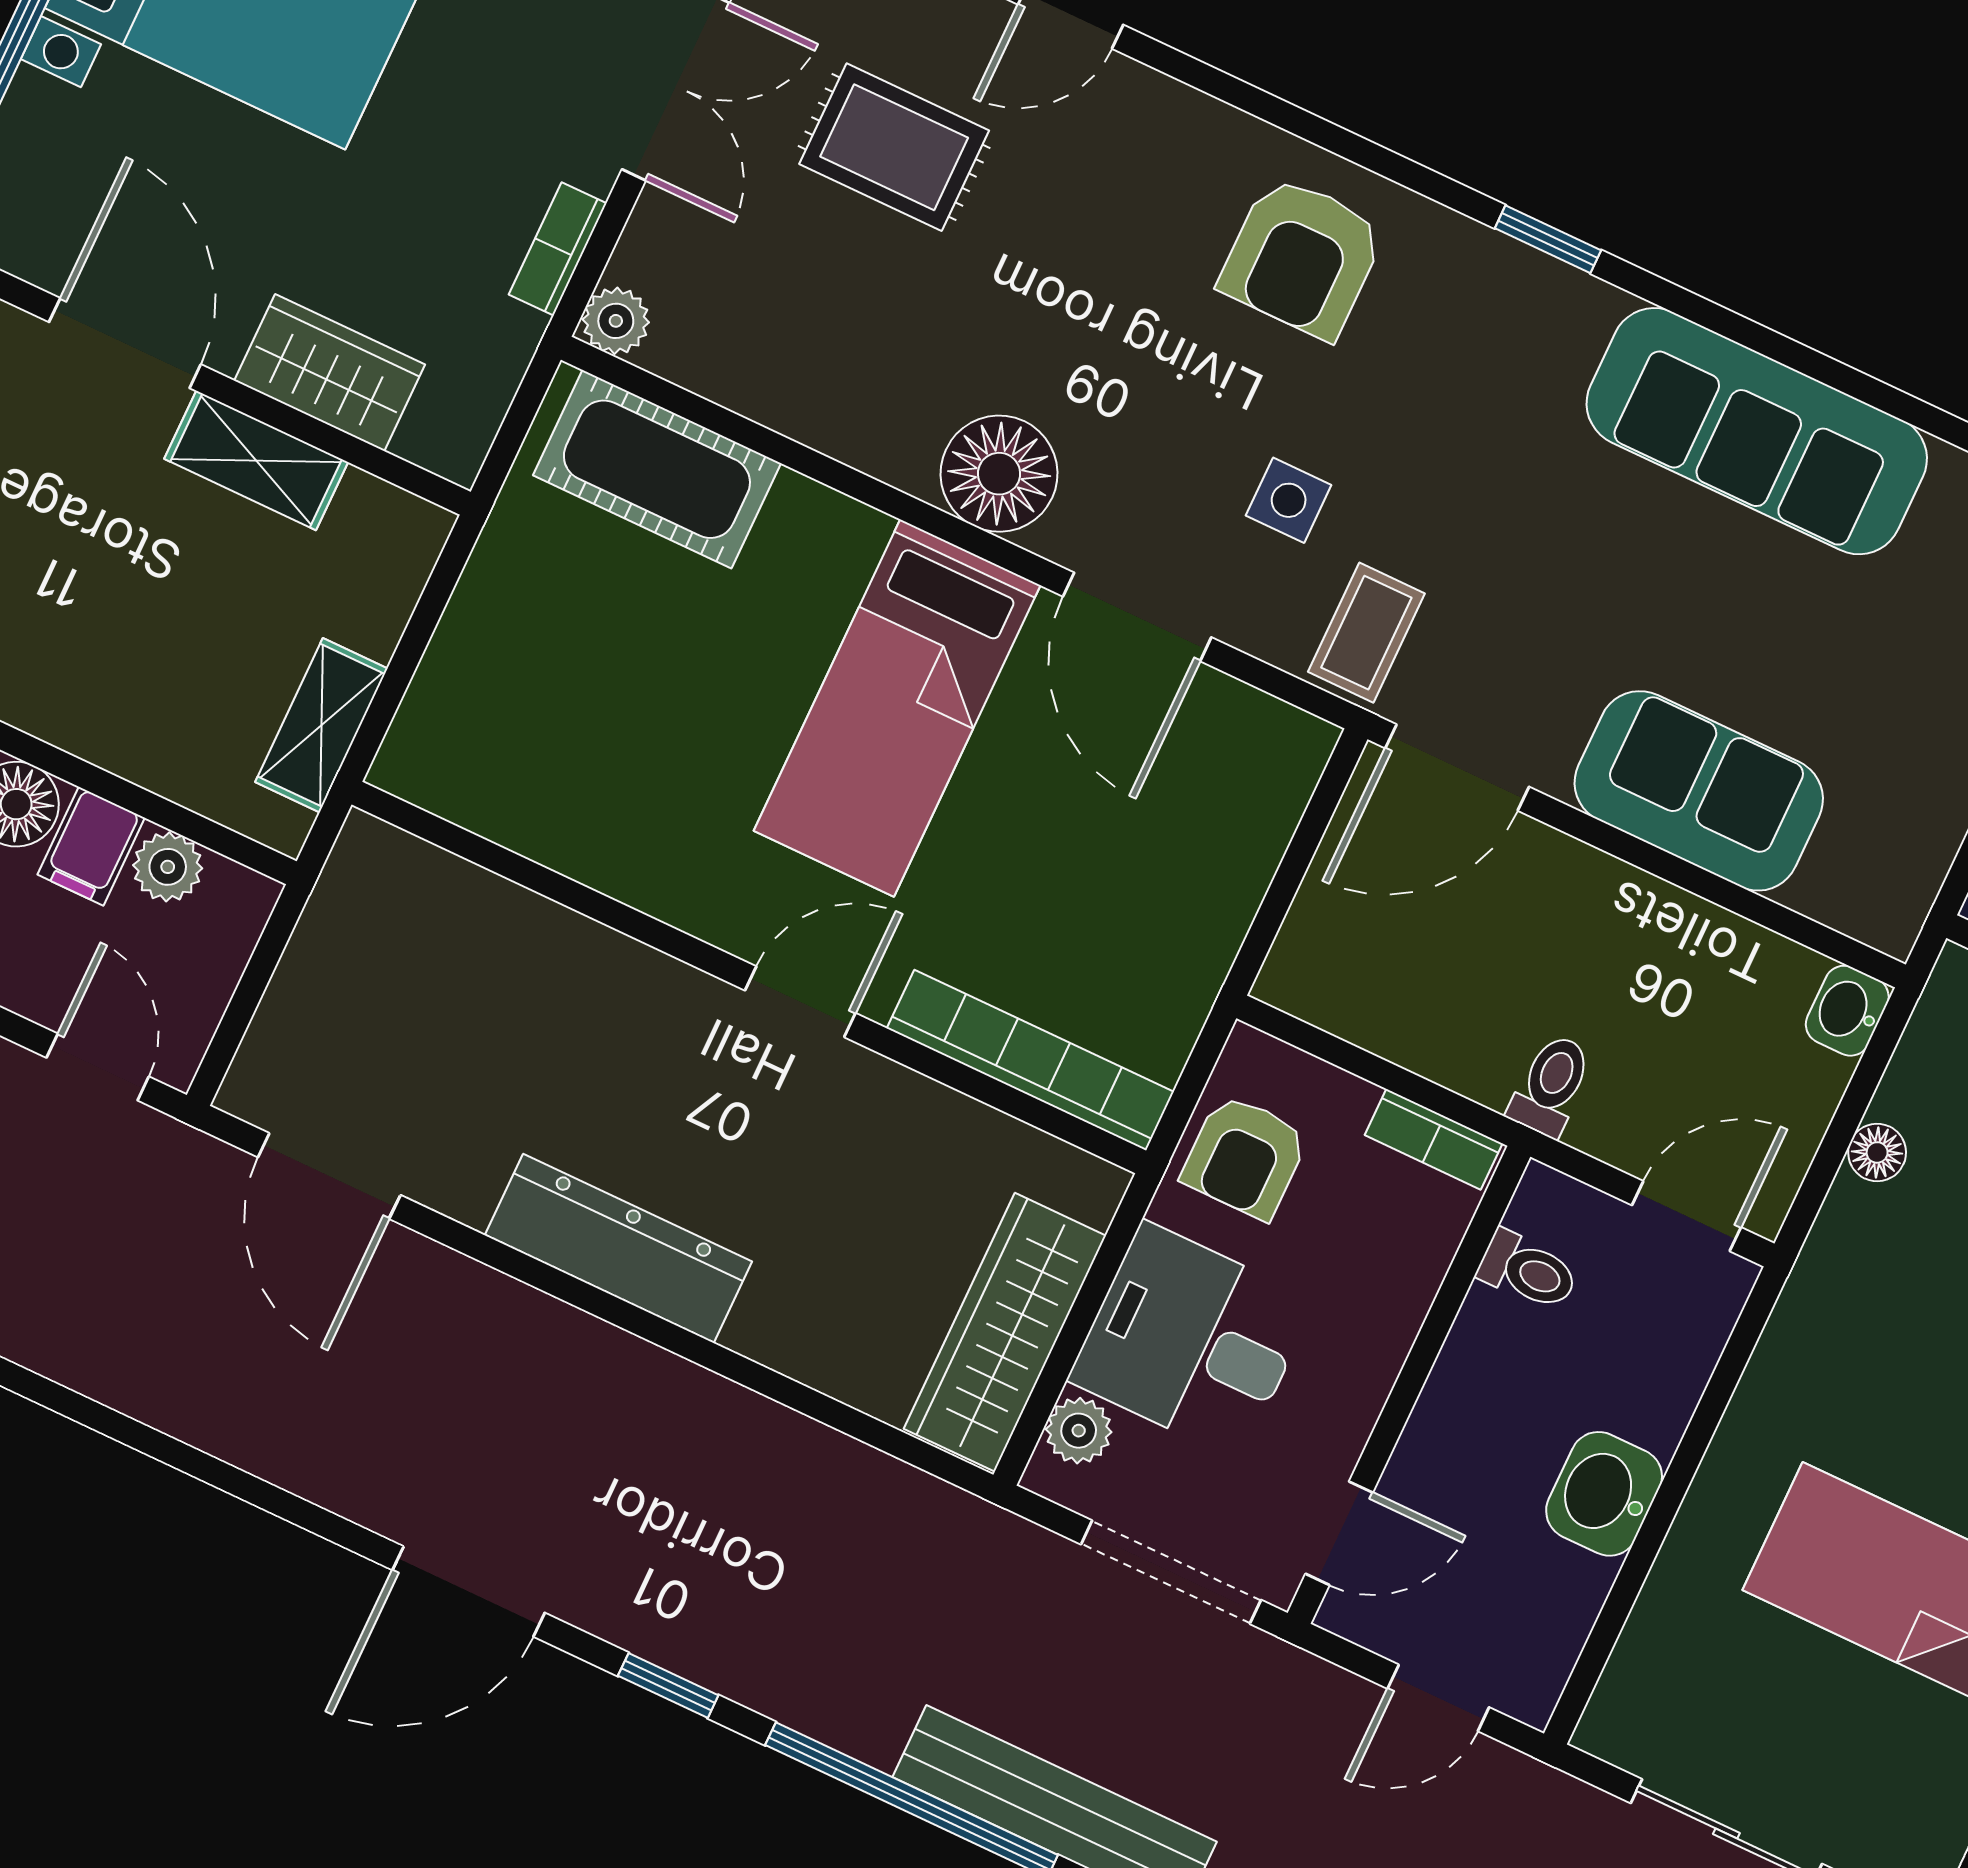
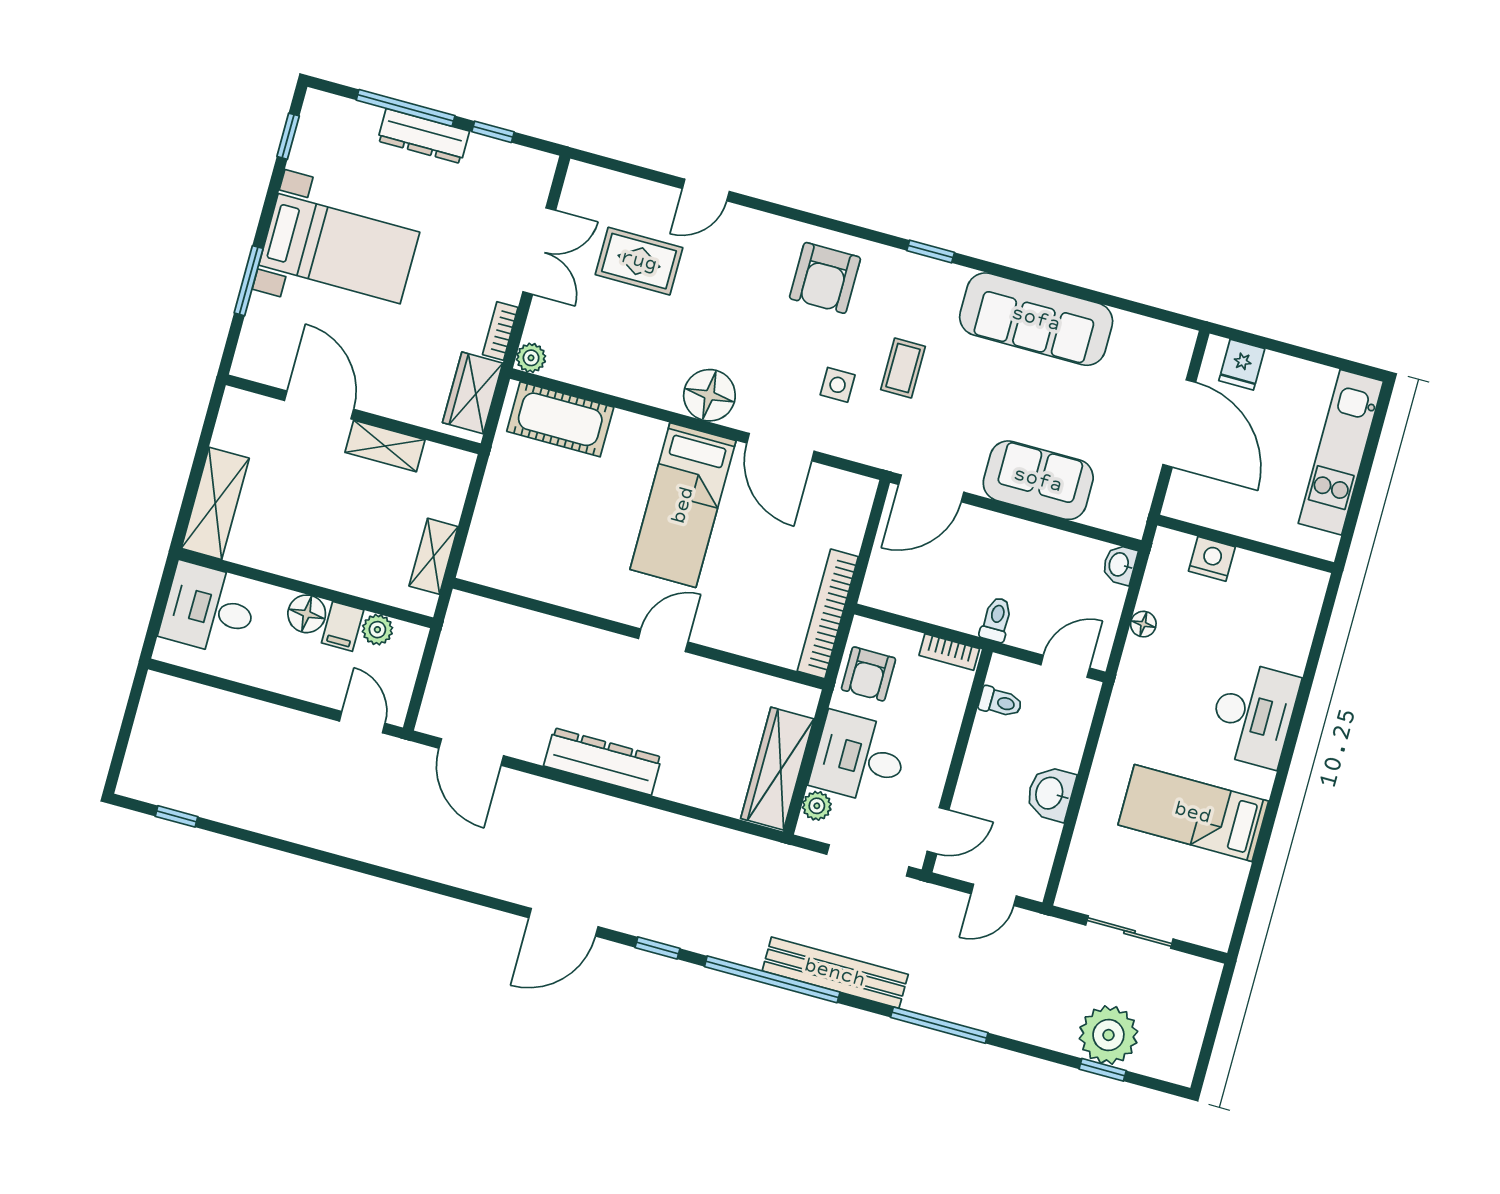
wardrobe: (330, 373) -> (473, 393), moved, turned -90
coffee table: (1366, 633) -> (903, 368), moved
bookcase: (1030, 1060) -> (828, 614), moved, turned -90

